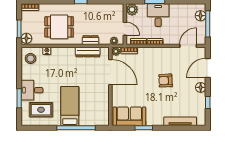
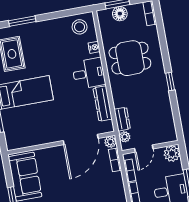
dining table: (59, 27) -> (130, 58), turned 90
floor lamp: (26, 38) -> (120, 14), moved
dresser: (91, 40) -> (122, 119), moved
desk: (32, 90) -> (89, 73), moved, turned 90

